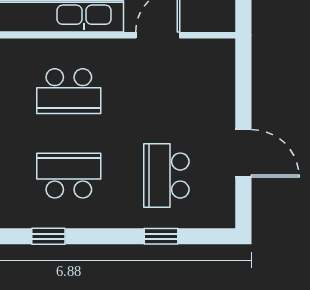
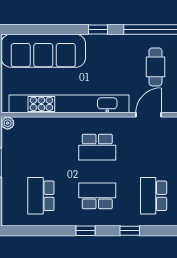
window: (161, 236) -> (130, 231), moved

